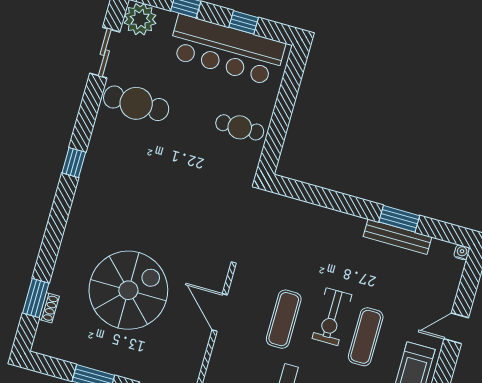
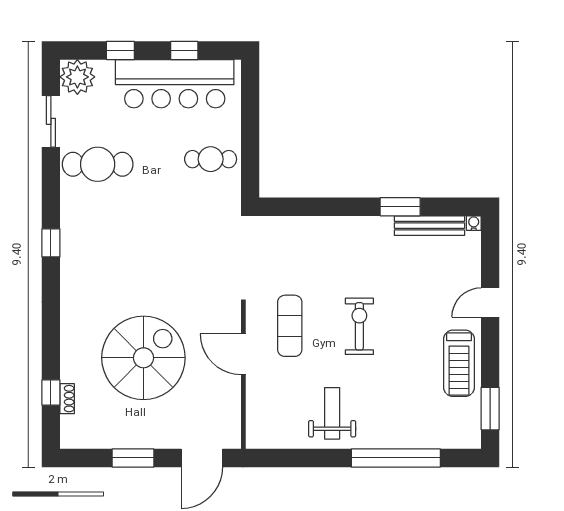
bench: (397, 237) -> (429, 226), moved
window: (36, 298) -> (51, 392), width x0.67
exercise bike: (332, 317) -> (359, 326), turned 180
exercise mat: (284, 319) -> (290, 326), moved
exercise mat: (366, 337) -> (400, 337), removed

